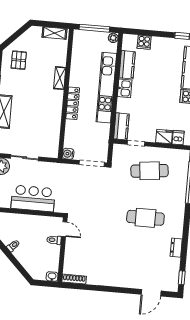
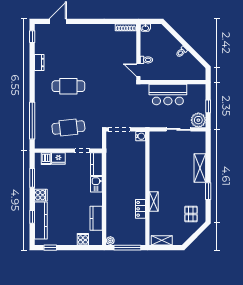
kitchen unit: (106, 88) -> (112, 197), removed
kitchen sink: (125, 88) -> (96, 184), moved
locker: (73, 103) -> (141, 209), moved, width x0.66

